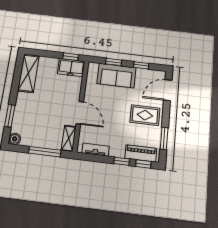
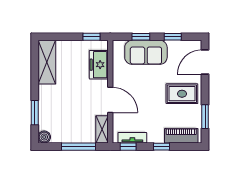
freezer: (71, 68) -> (99, 65), moved, turned 90
window: (143, 164) -> (128, 147), moved

